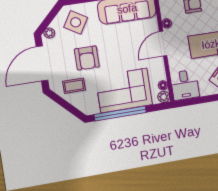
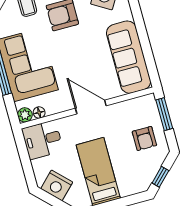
floor lamp: (167, 23) -> (117, 109), removed

